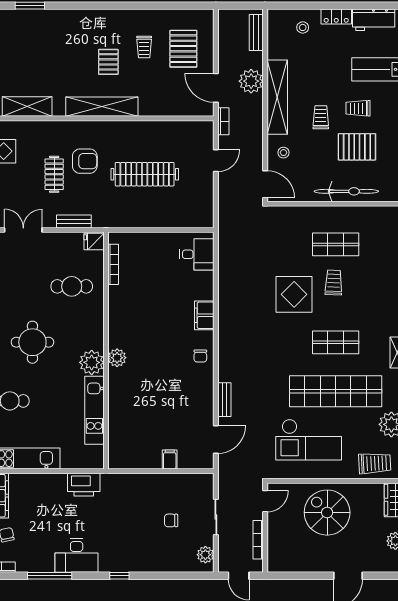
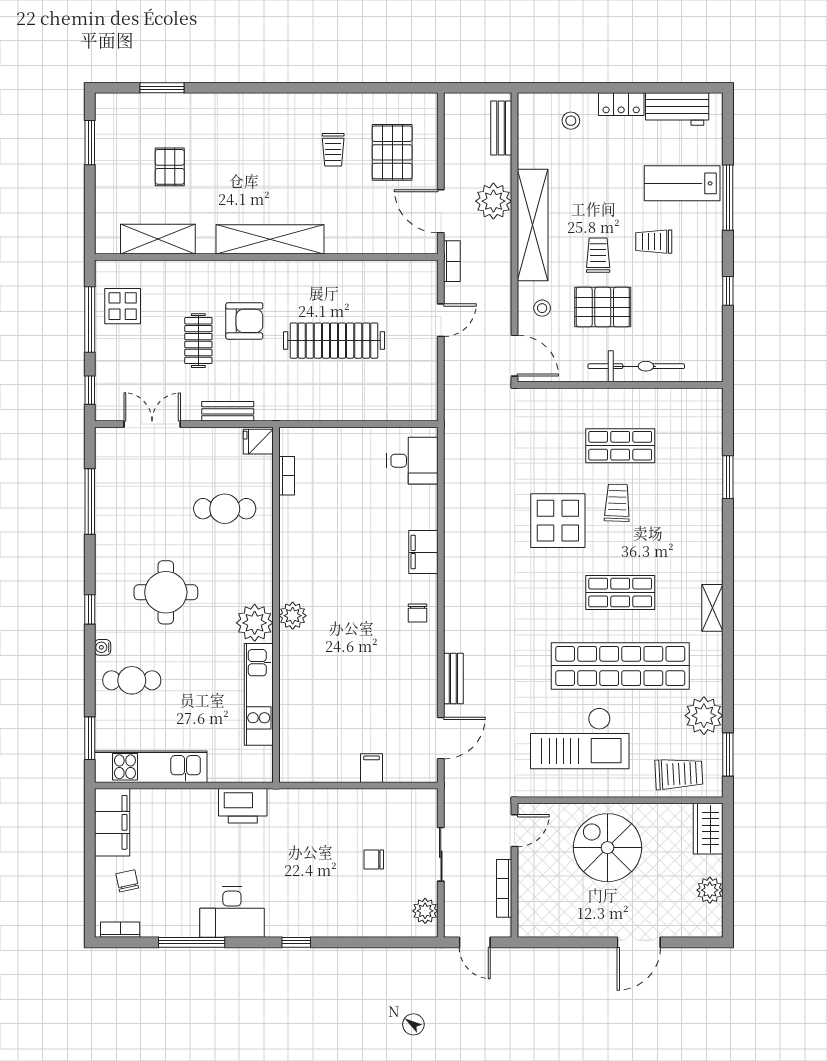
pallet: (108, 62) -> (170, 167), moved
pallet: (357, 147) -> (603, 307), moved
bookcase: (113, 264) -> (287, 476), width x0.64

